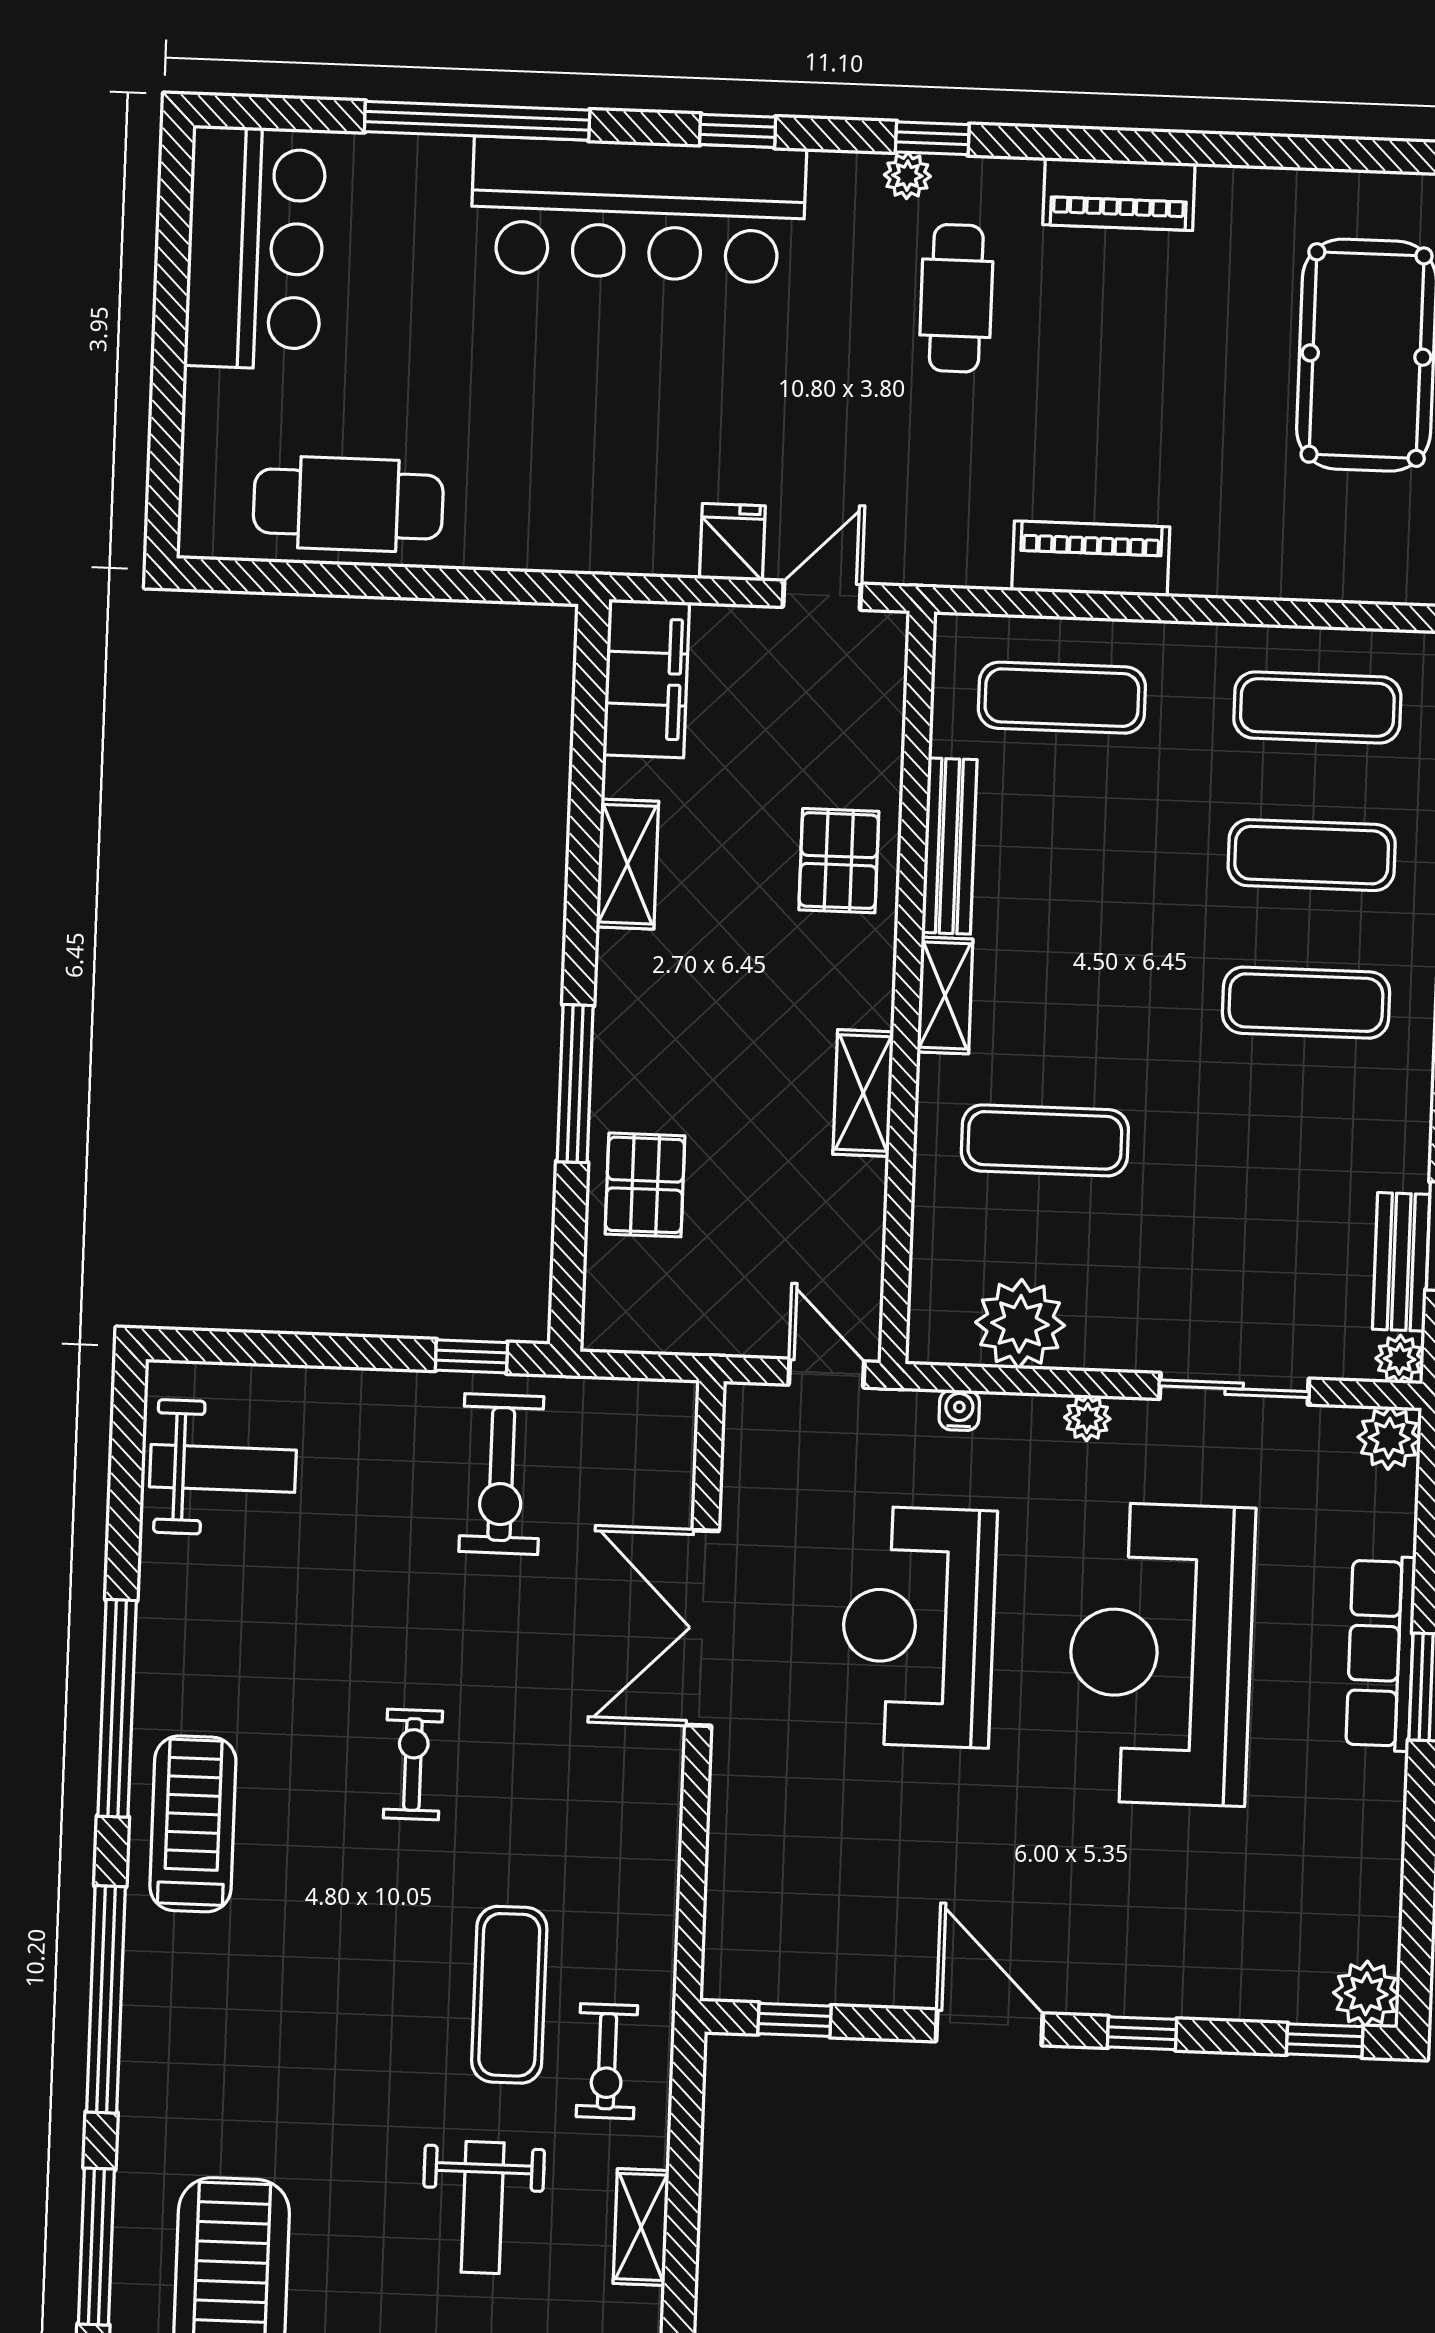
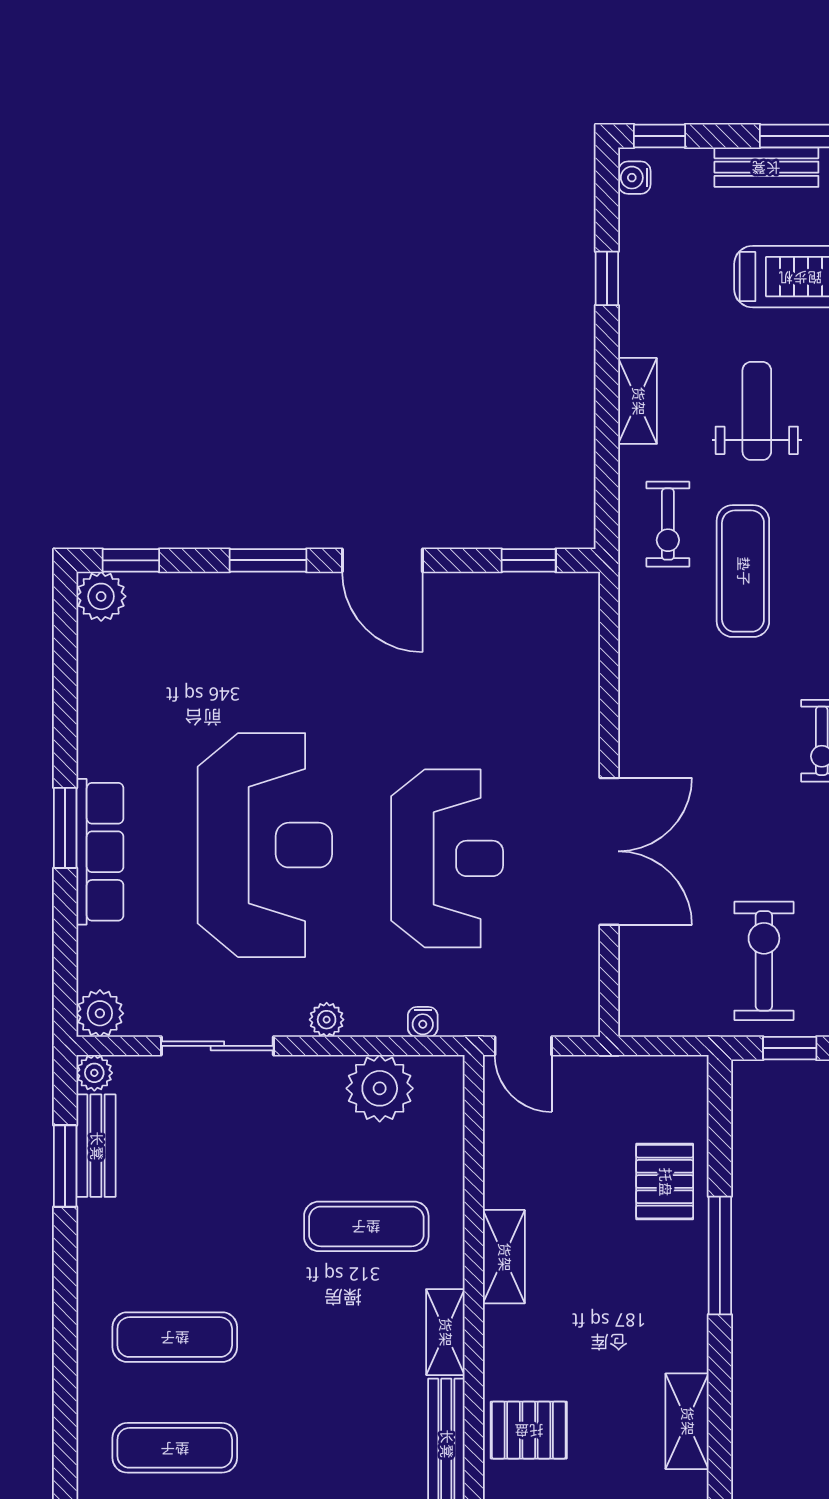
pallet: (839, 861) -> (529, 1430), turned 90
window: (1142, 2033) -> (268, 560), width x1.50
exercise bike: (607, 2061) -> (668, 524), turned 180

